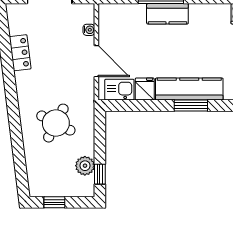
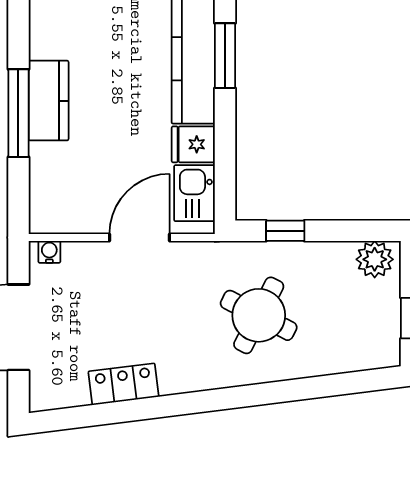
water cooler: (89, 30) -> (49, 252), moved
plant: (85, 166) -> (375, 259), moved
window: (100, 174) -> (285, 231), moved

